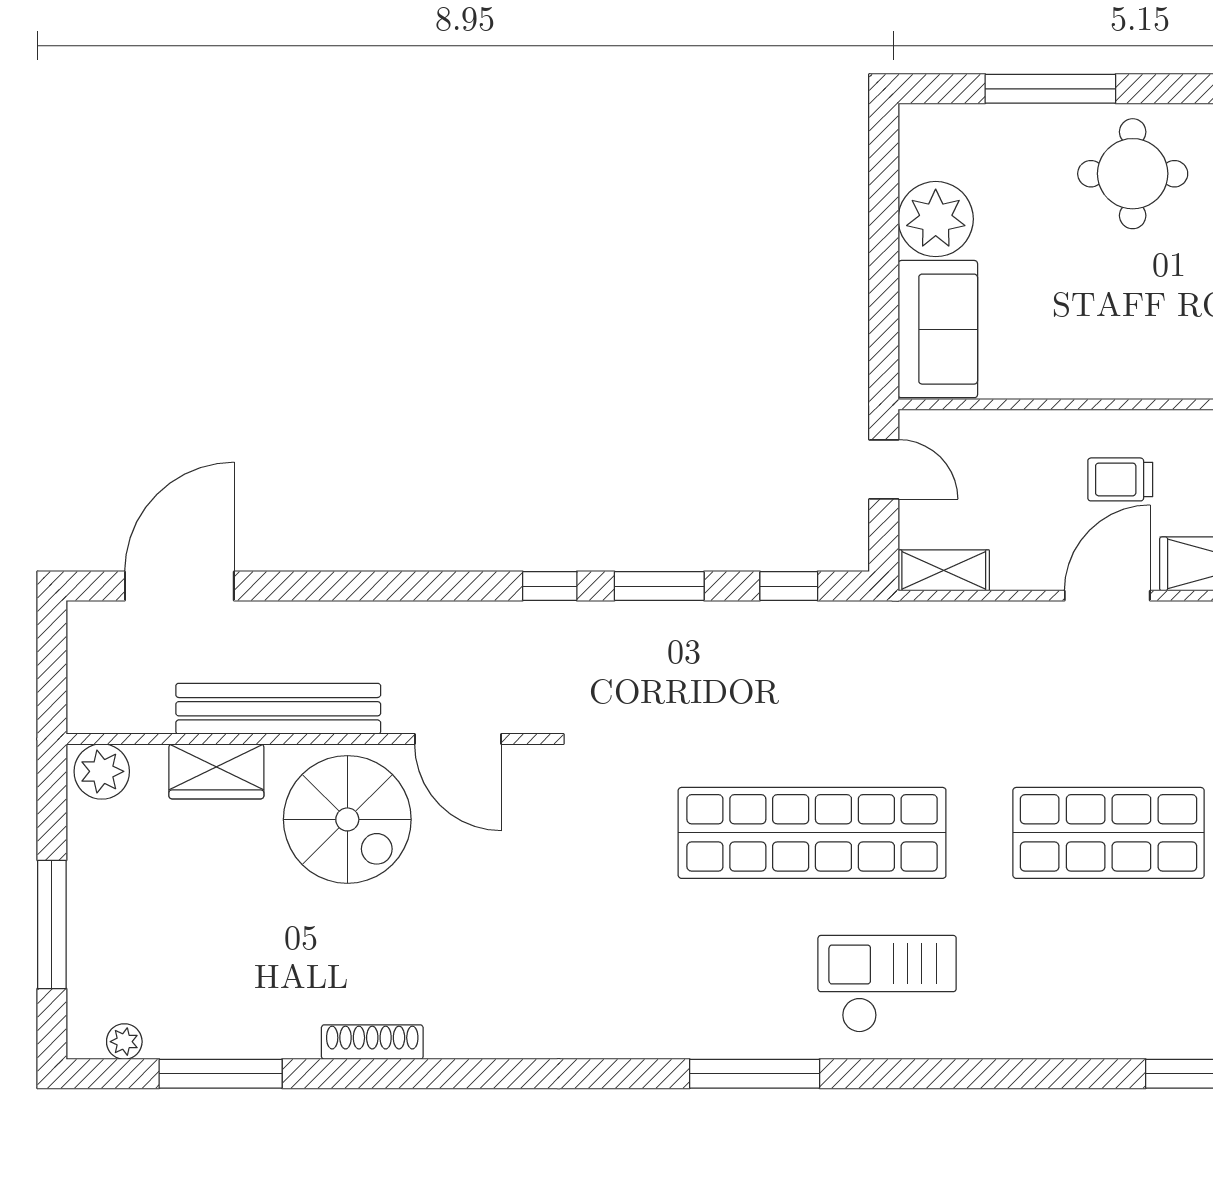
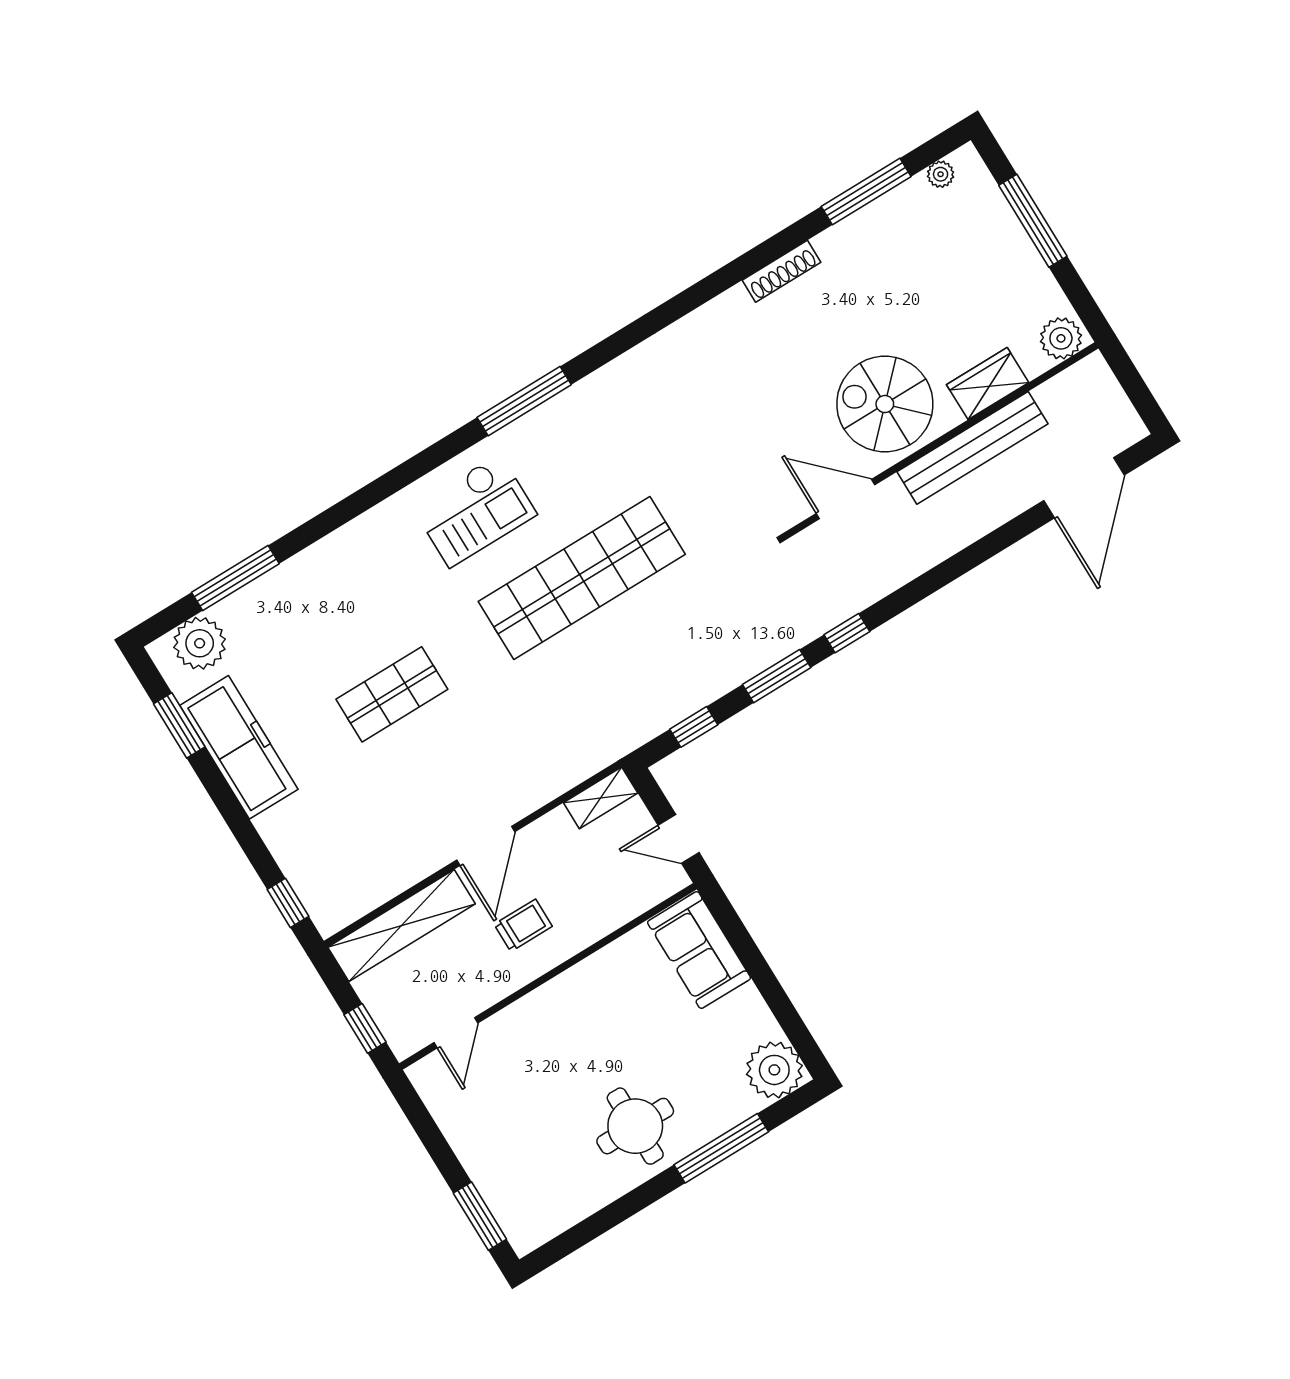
plant: (936, 219) -> (774, 1070), moved
shop shelf: (1109, 833) -> (392, 694), width x0.70, depth x0.74

